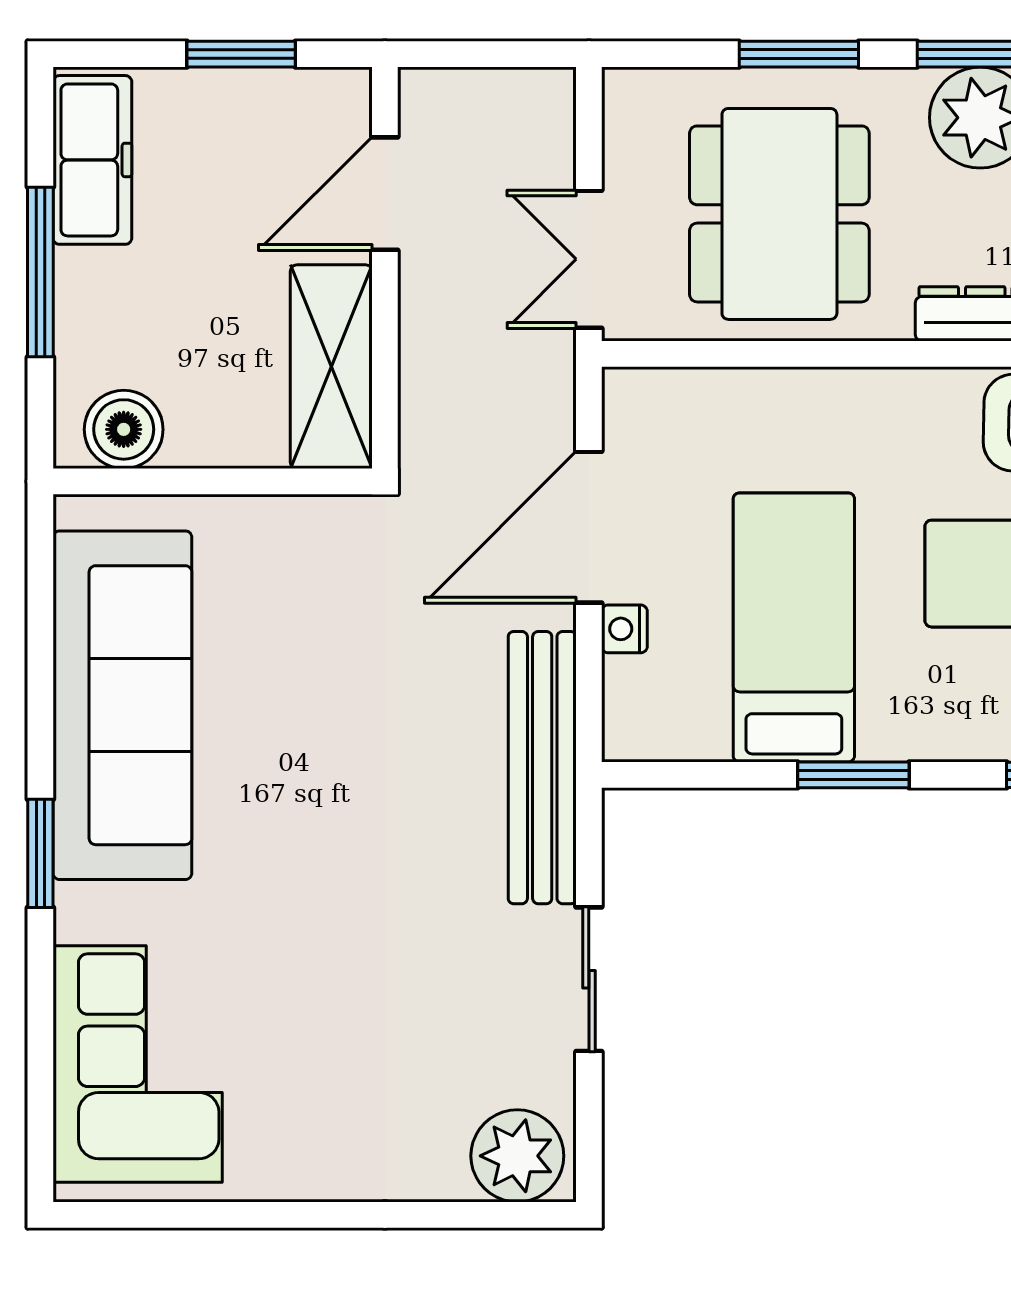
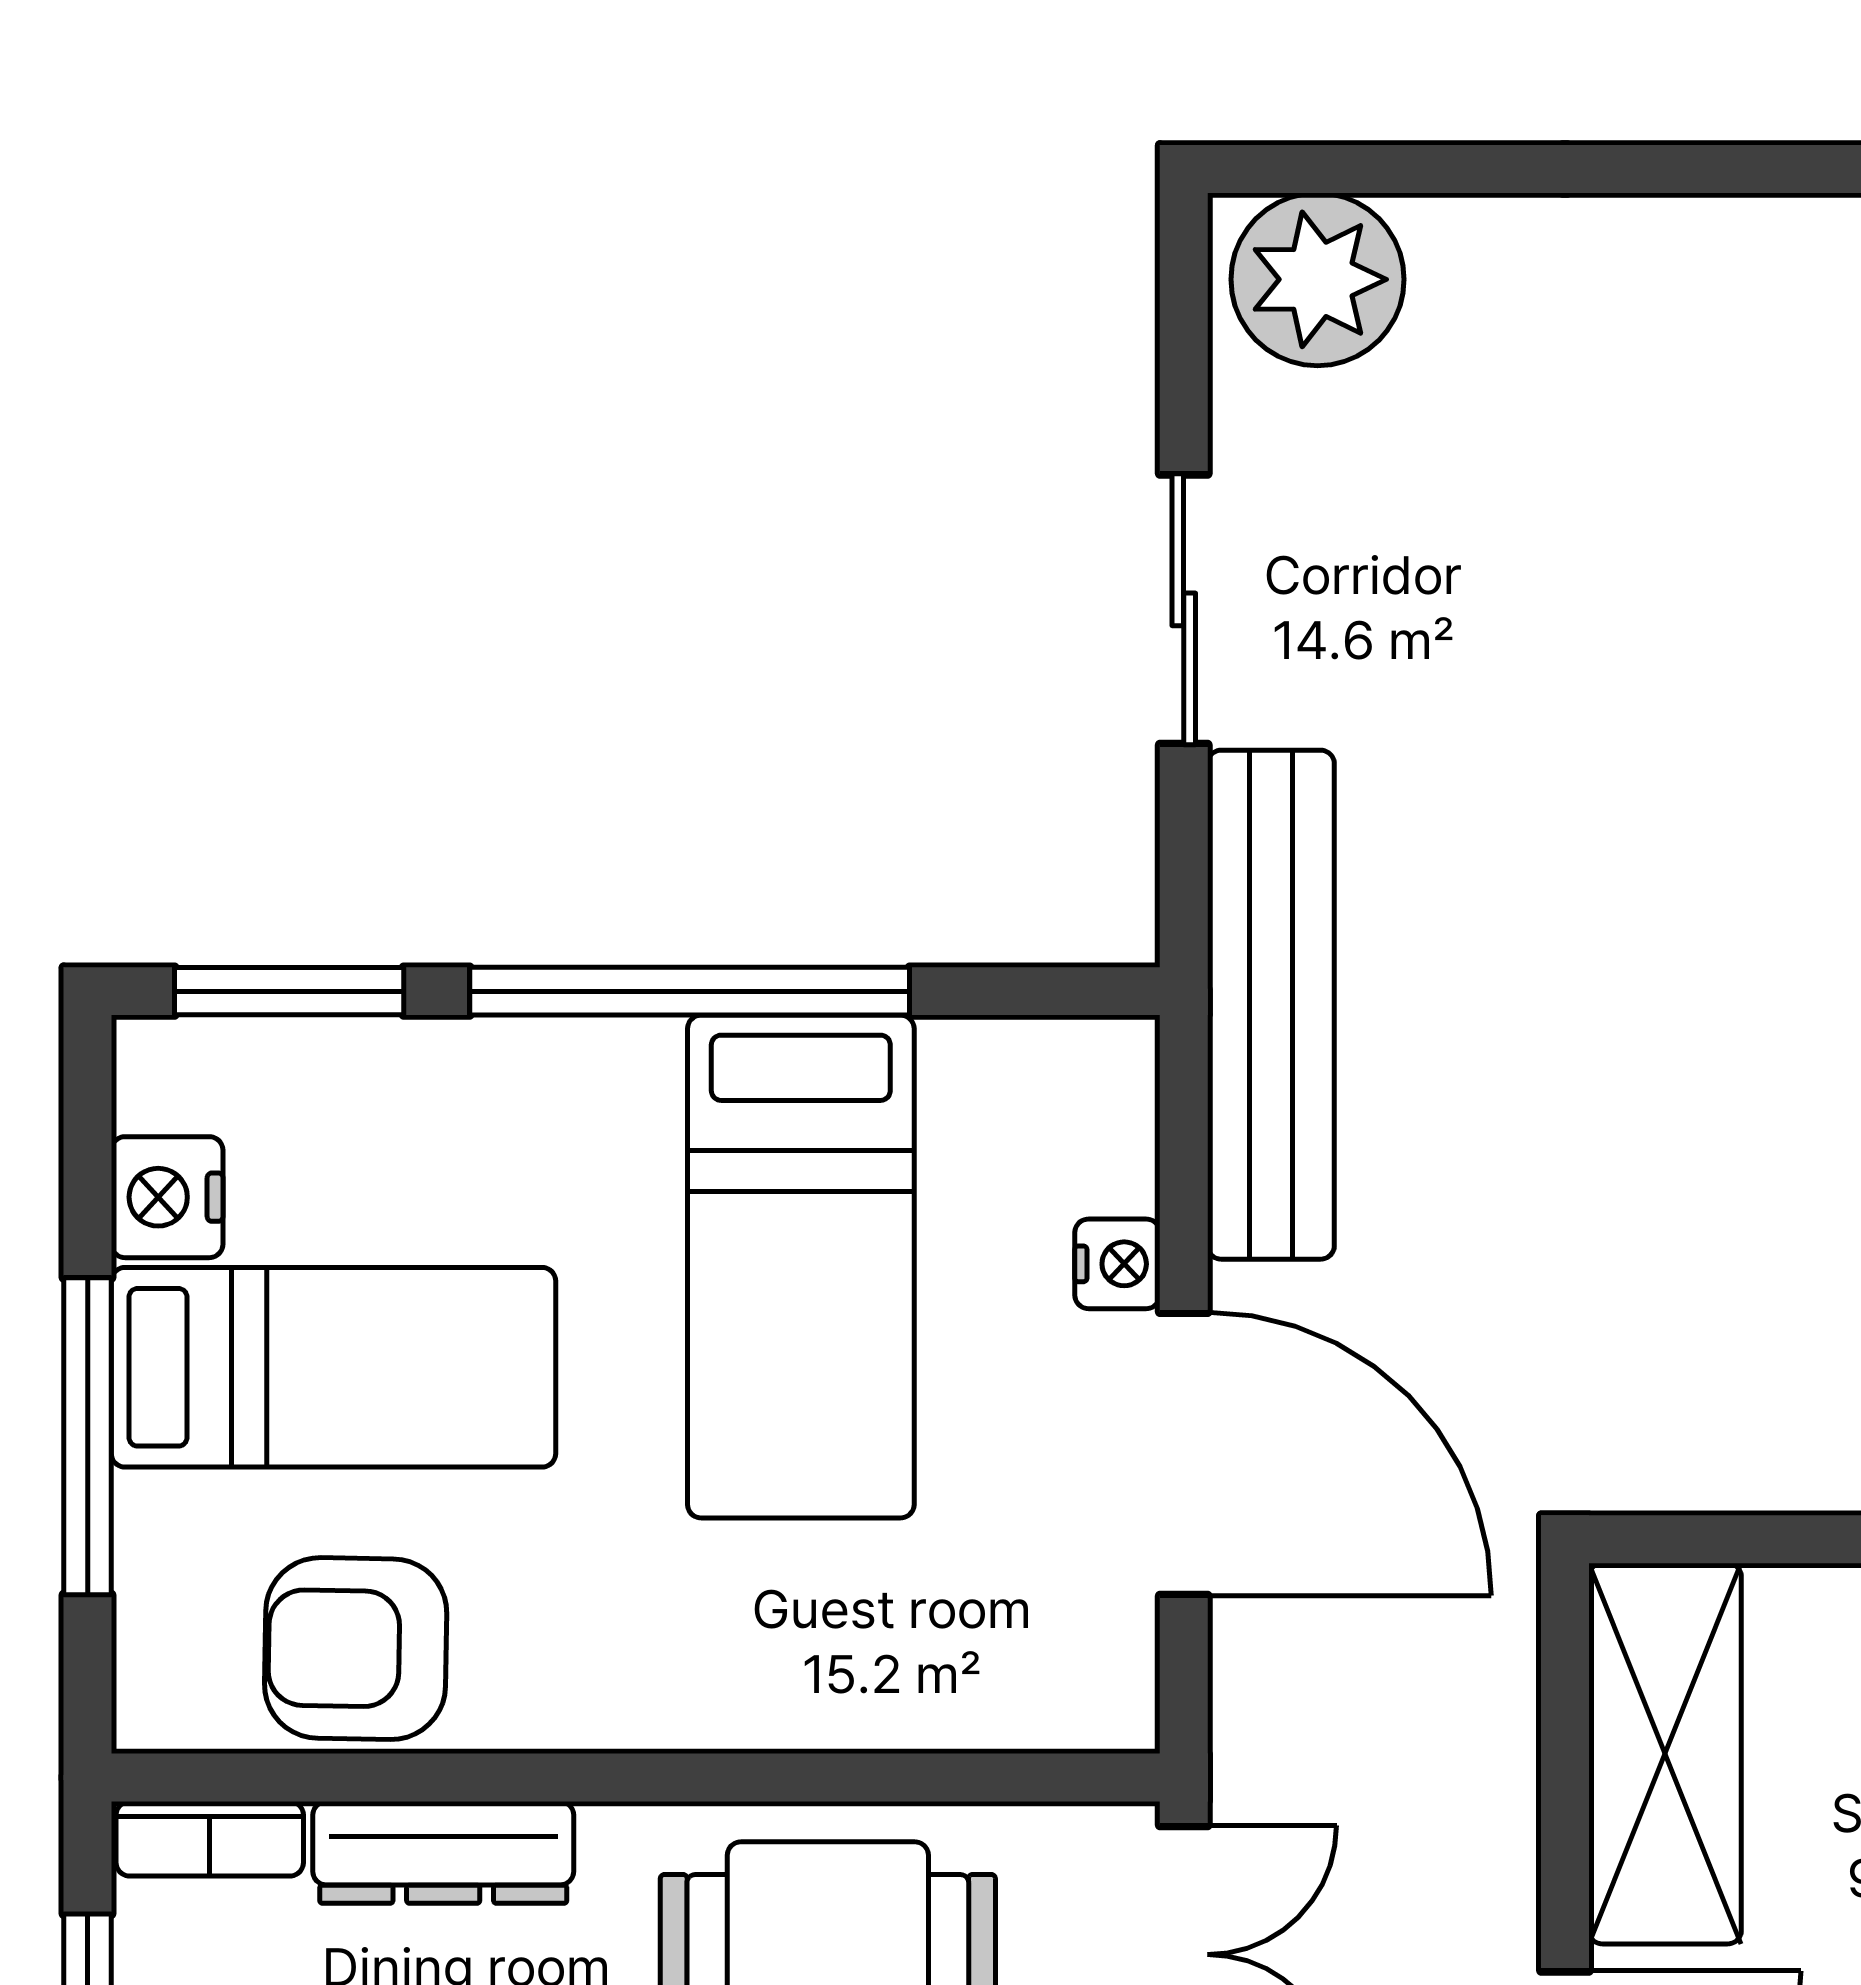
door: (589, 527) -> (1184, 1454), hinge flipped
window: (853, 775) -> (690, 991), width x2.11

